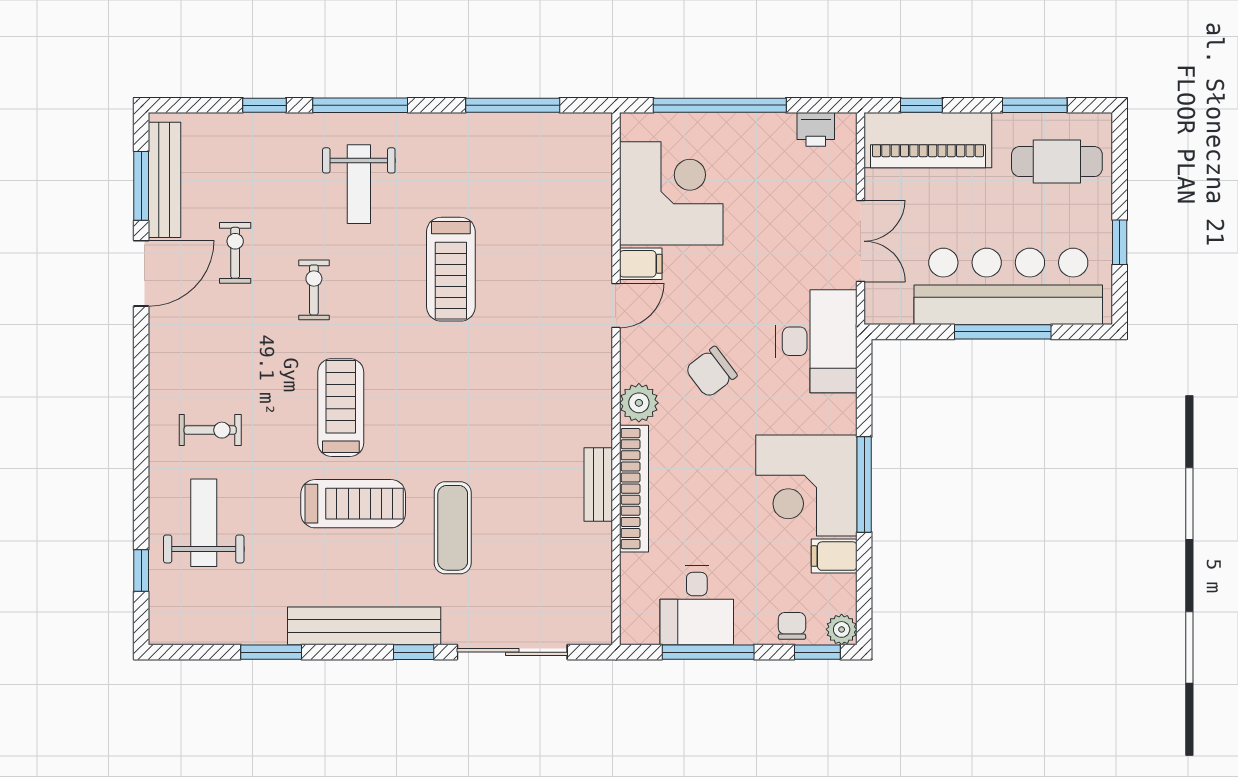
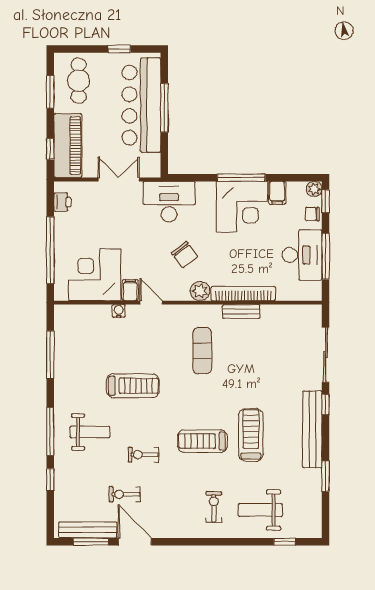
water cooler: (599, 241) -> (119, 311), added
exercise mat: (453, 528) -> (202, 351), moved, turned 90
desk: (697, 605) -> (302, 255), width x1.37

